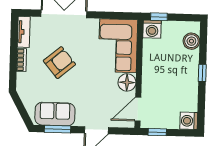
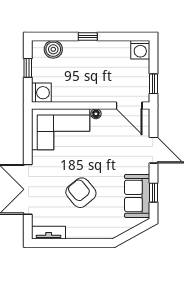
window: (159, 17) -> (28, 68), moved
bookcase: (22, 60) -> (79, 234), removed
floor lamp: (127, 82) -> (96, 114), width x0.53, depth x0.53
window: (58, 129) -> (154, 193), width x0.67

